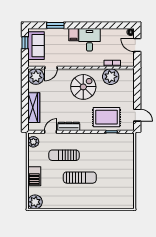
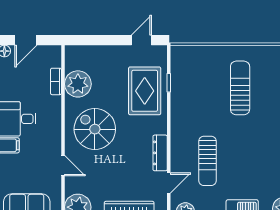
door: (51, 68) -> (63, 166), moved
door: (51, 132) -> (169, 183), swing flipped
sun lounger: (80, 178) -> (240, 88), moved

